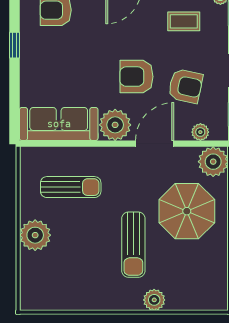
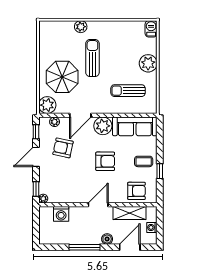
coffee table: (184, 21) -> (144, 161), moved
armchair: (136, 77) -> (105, 161), moved
barbecue: (30, 296) -> (151, 29), added

